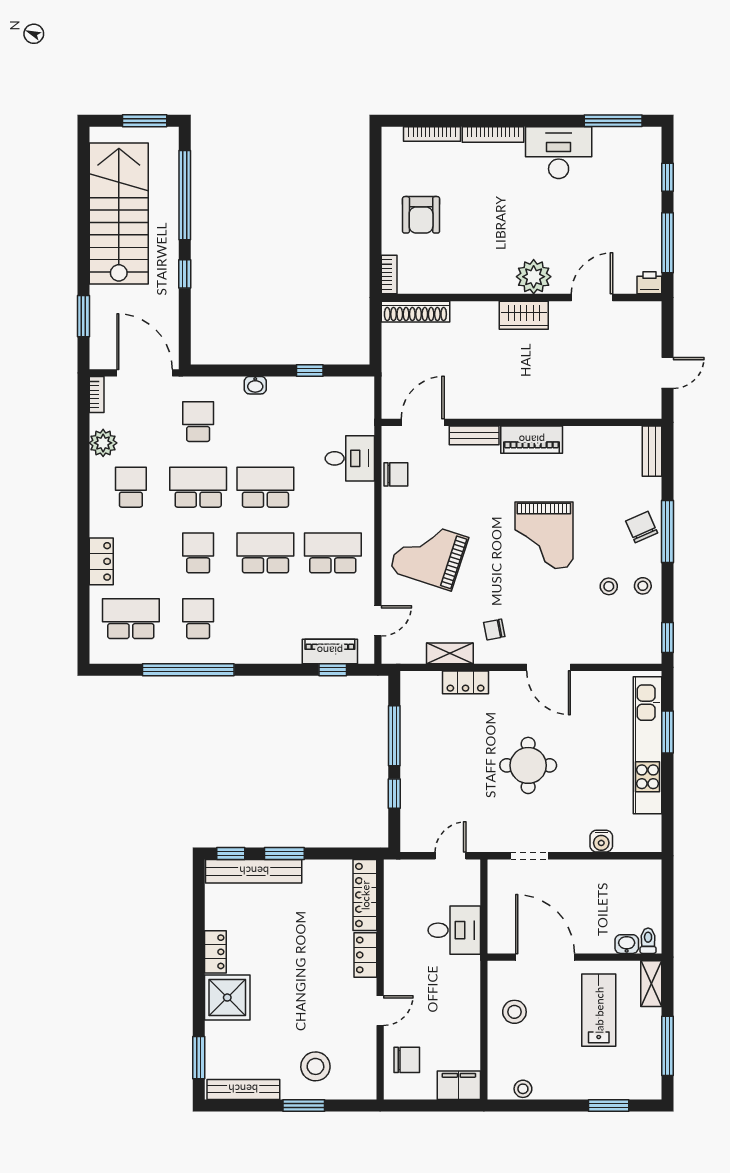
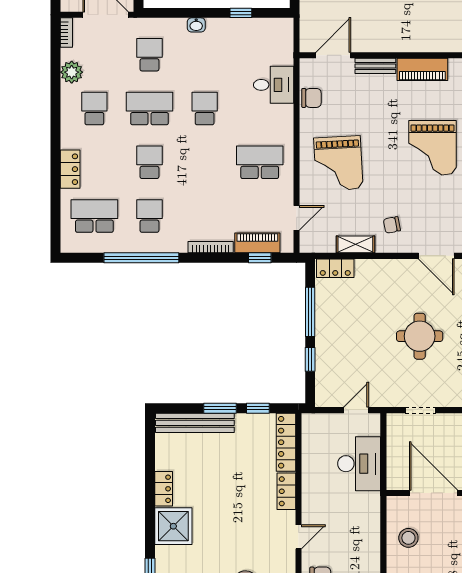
school desk: (265, 487) -> (205, 108), width x0.54
school desk: (265, 553) -> (205, 162), removed
grand piano: (429, 554) -> (338, 163), turned -111
bookcase: (273, 657) -> (211, 247), added
locker: (466, 682) -> (335, 268), moved
window: (231, 853) -> (258, 408), moved
desk: (454, 930) -> (359, 464), width x1.37

